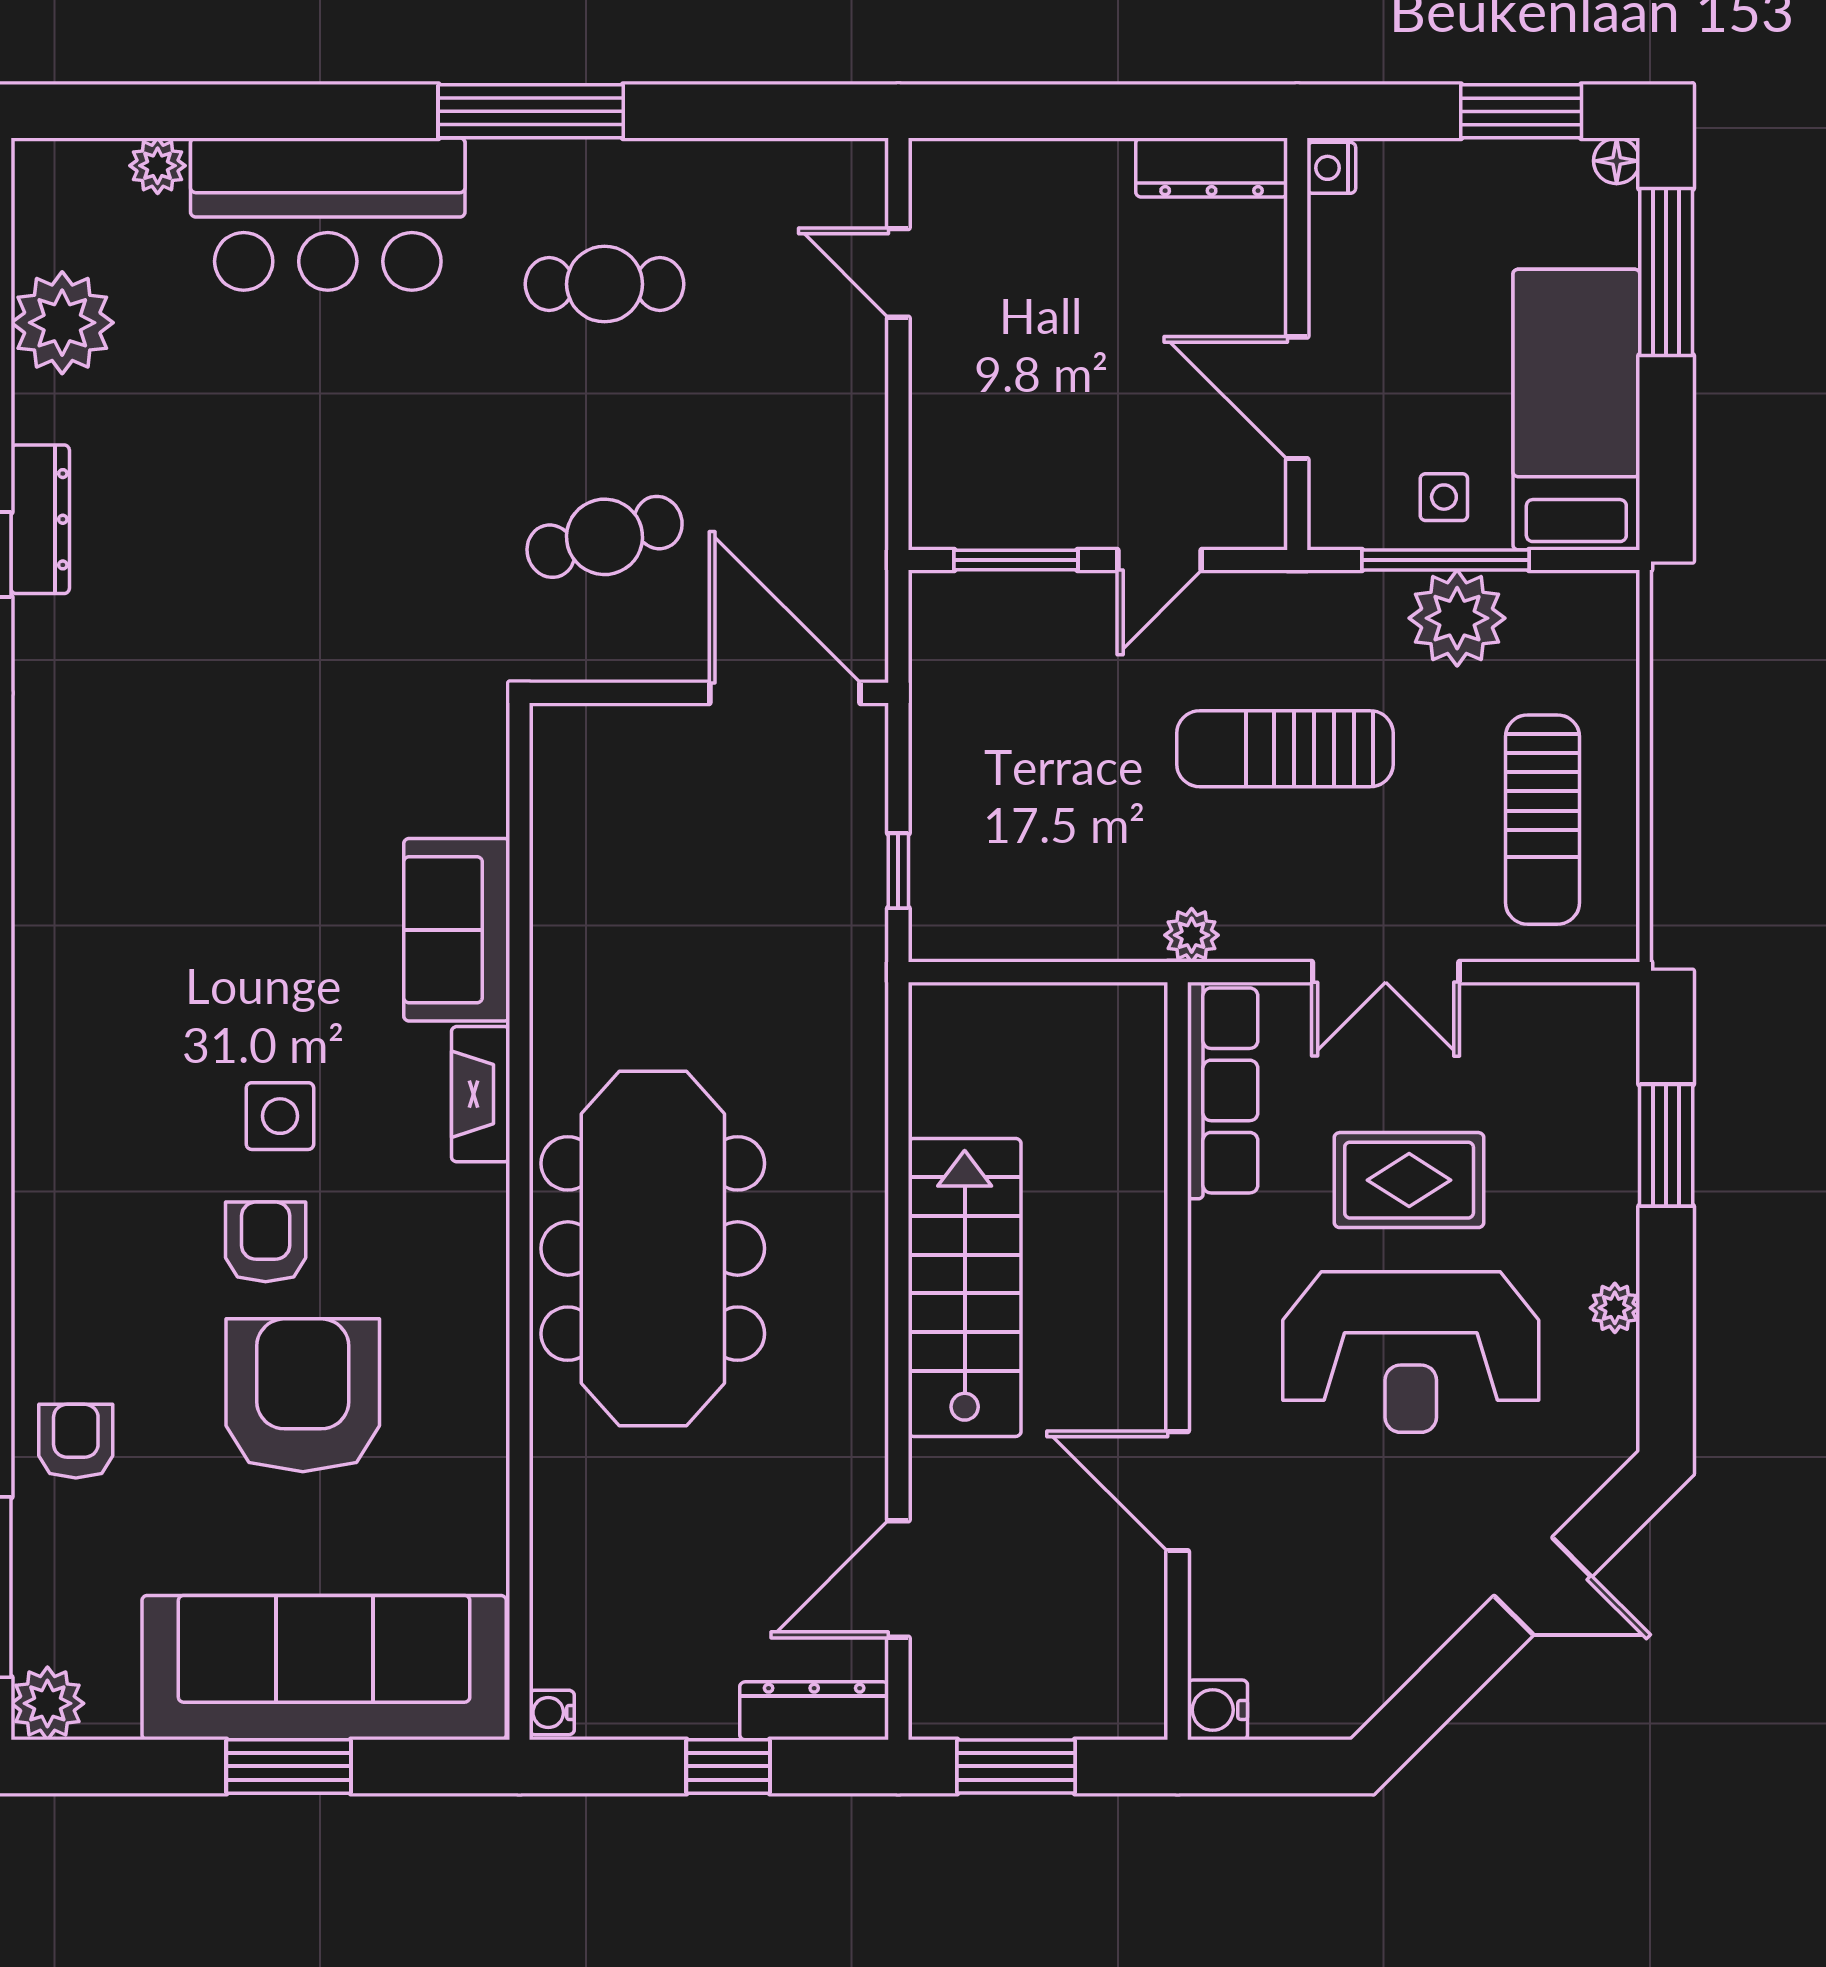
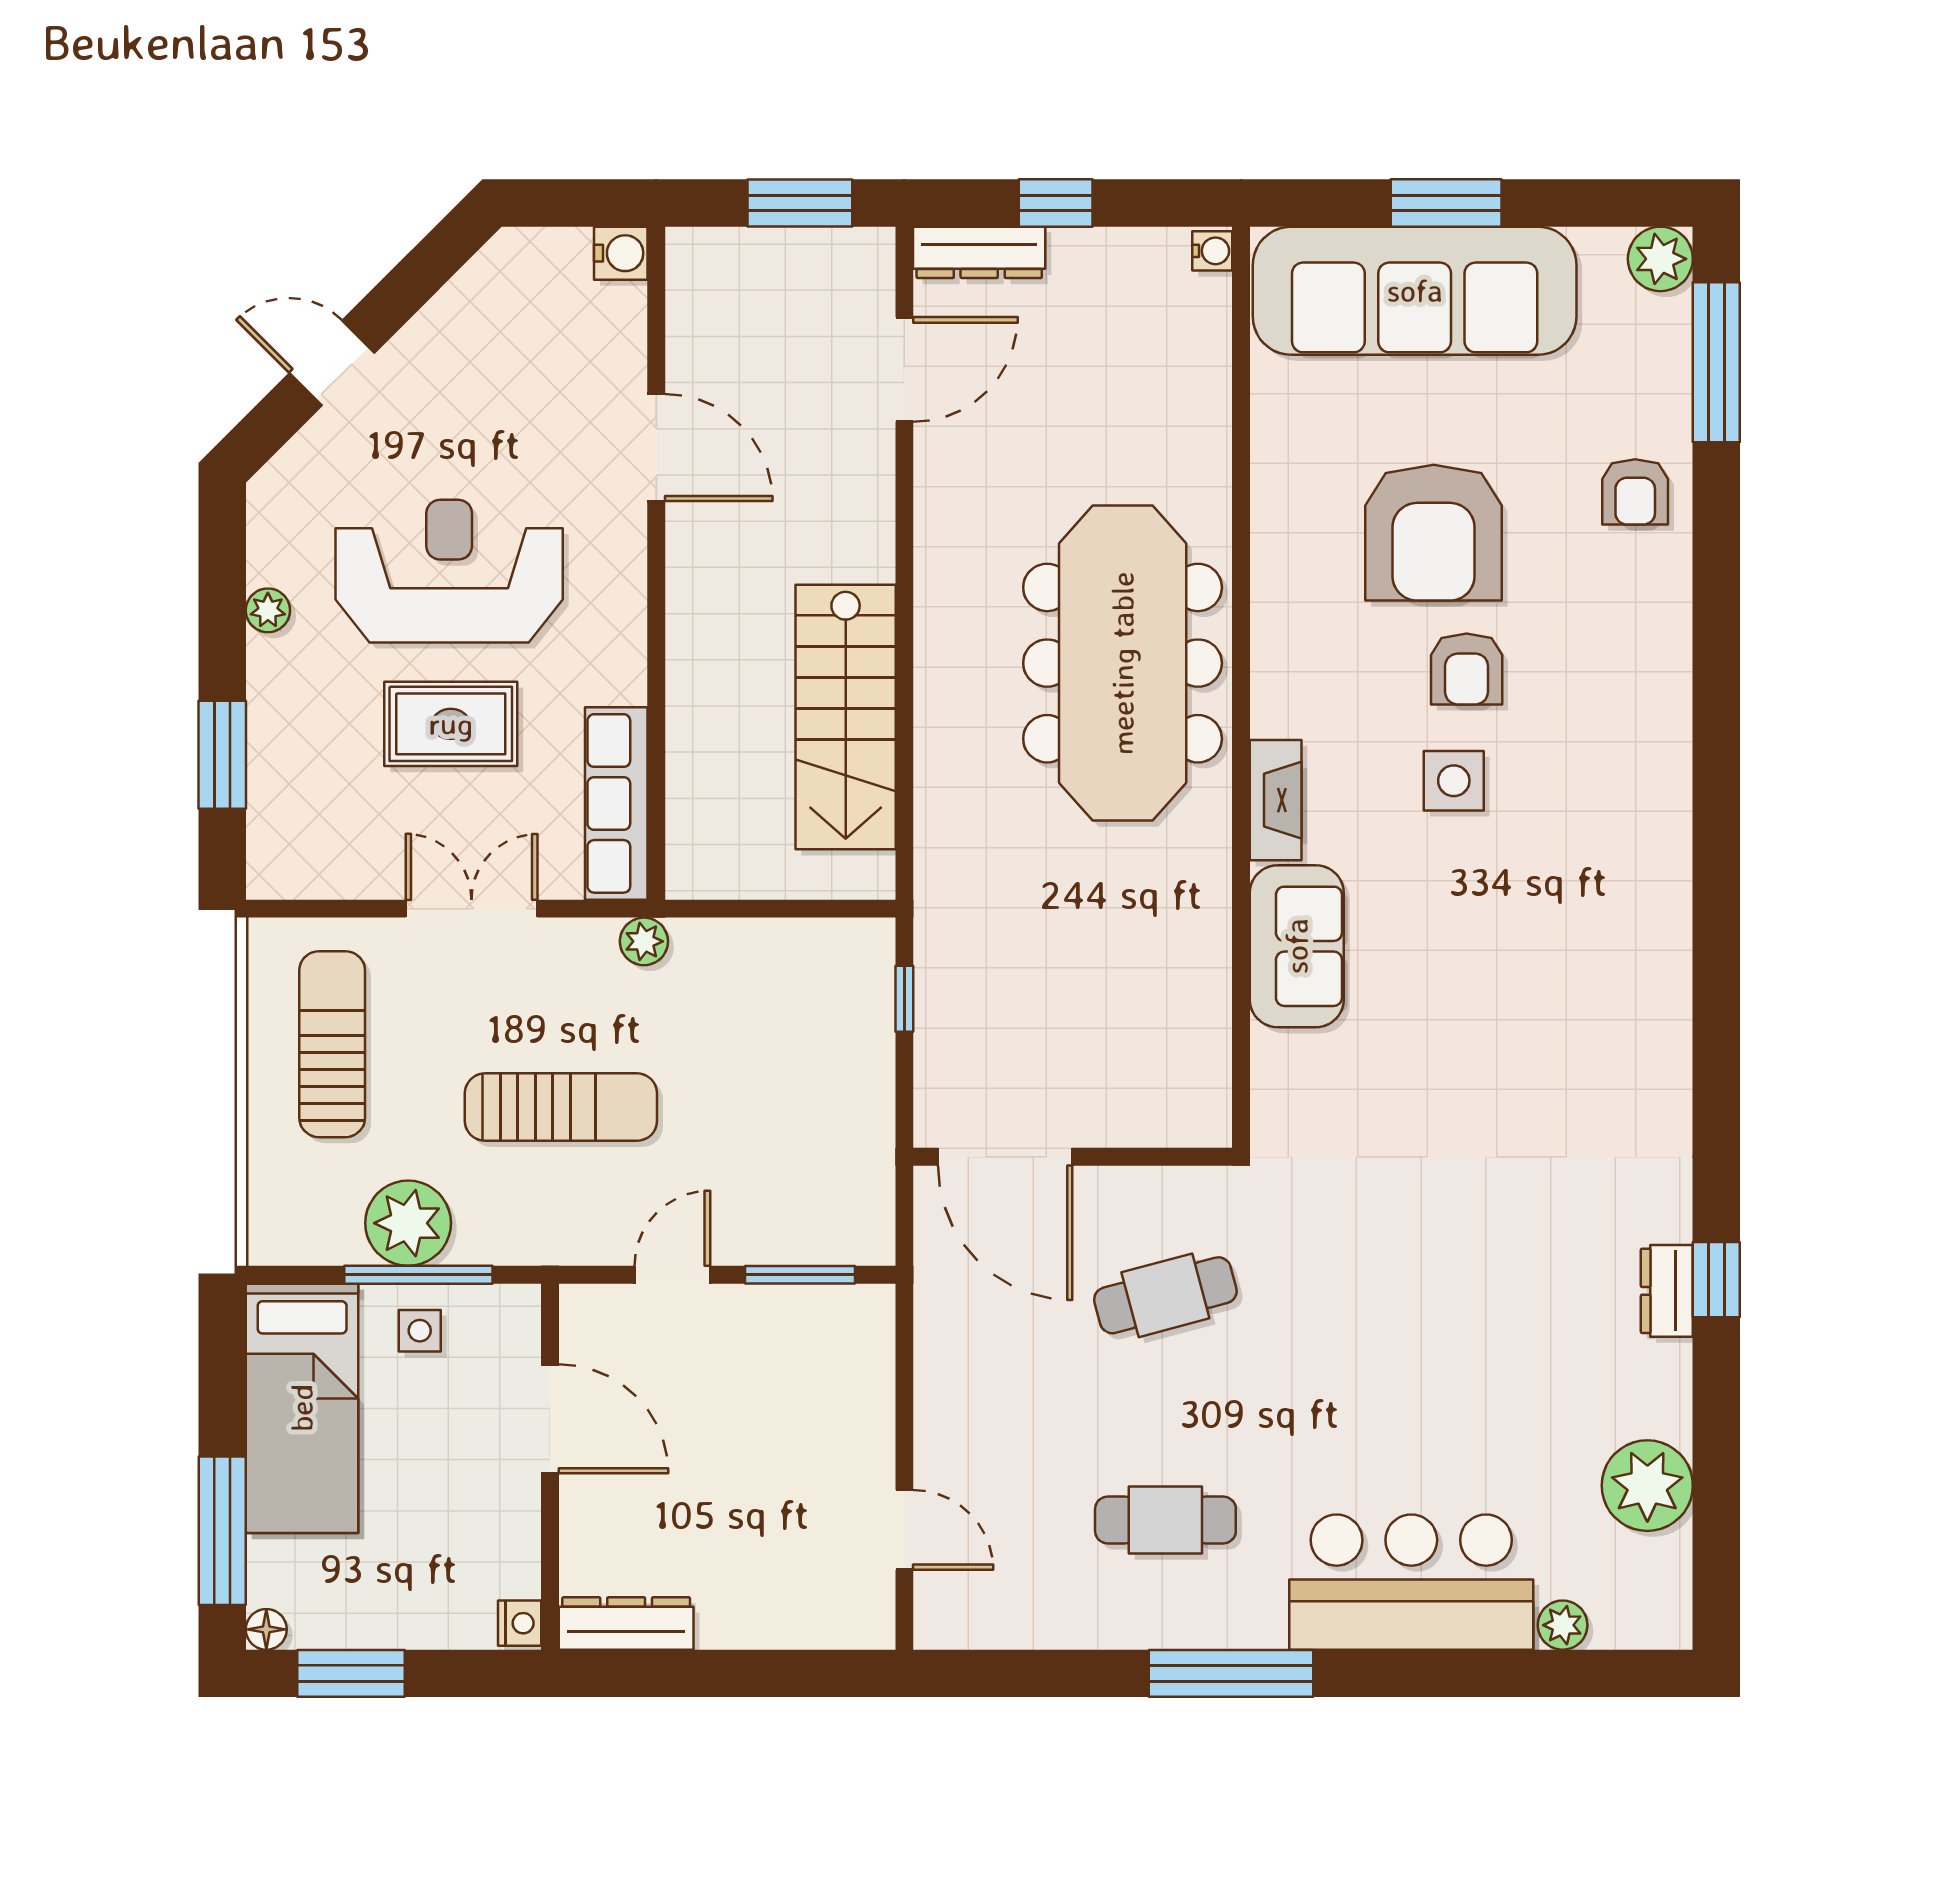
dresser: (40, 519) -> (1667, 1291), width x0.70
stairs: (965, 1287) -> (846, 717), moved

